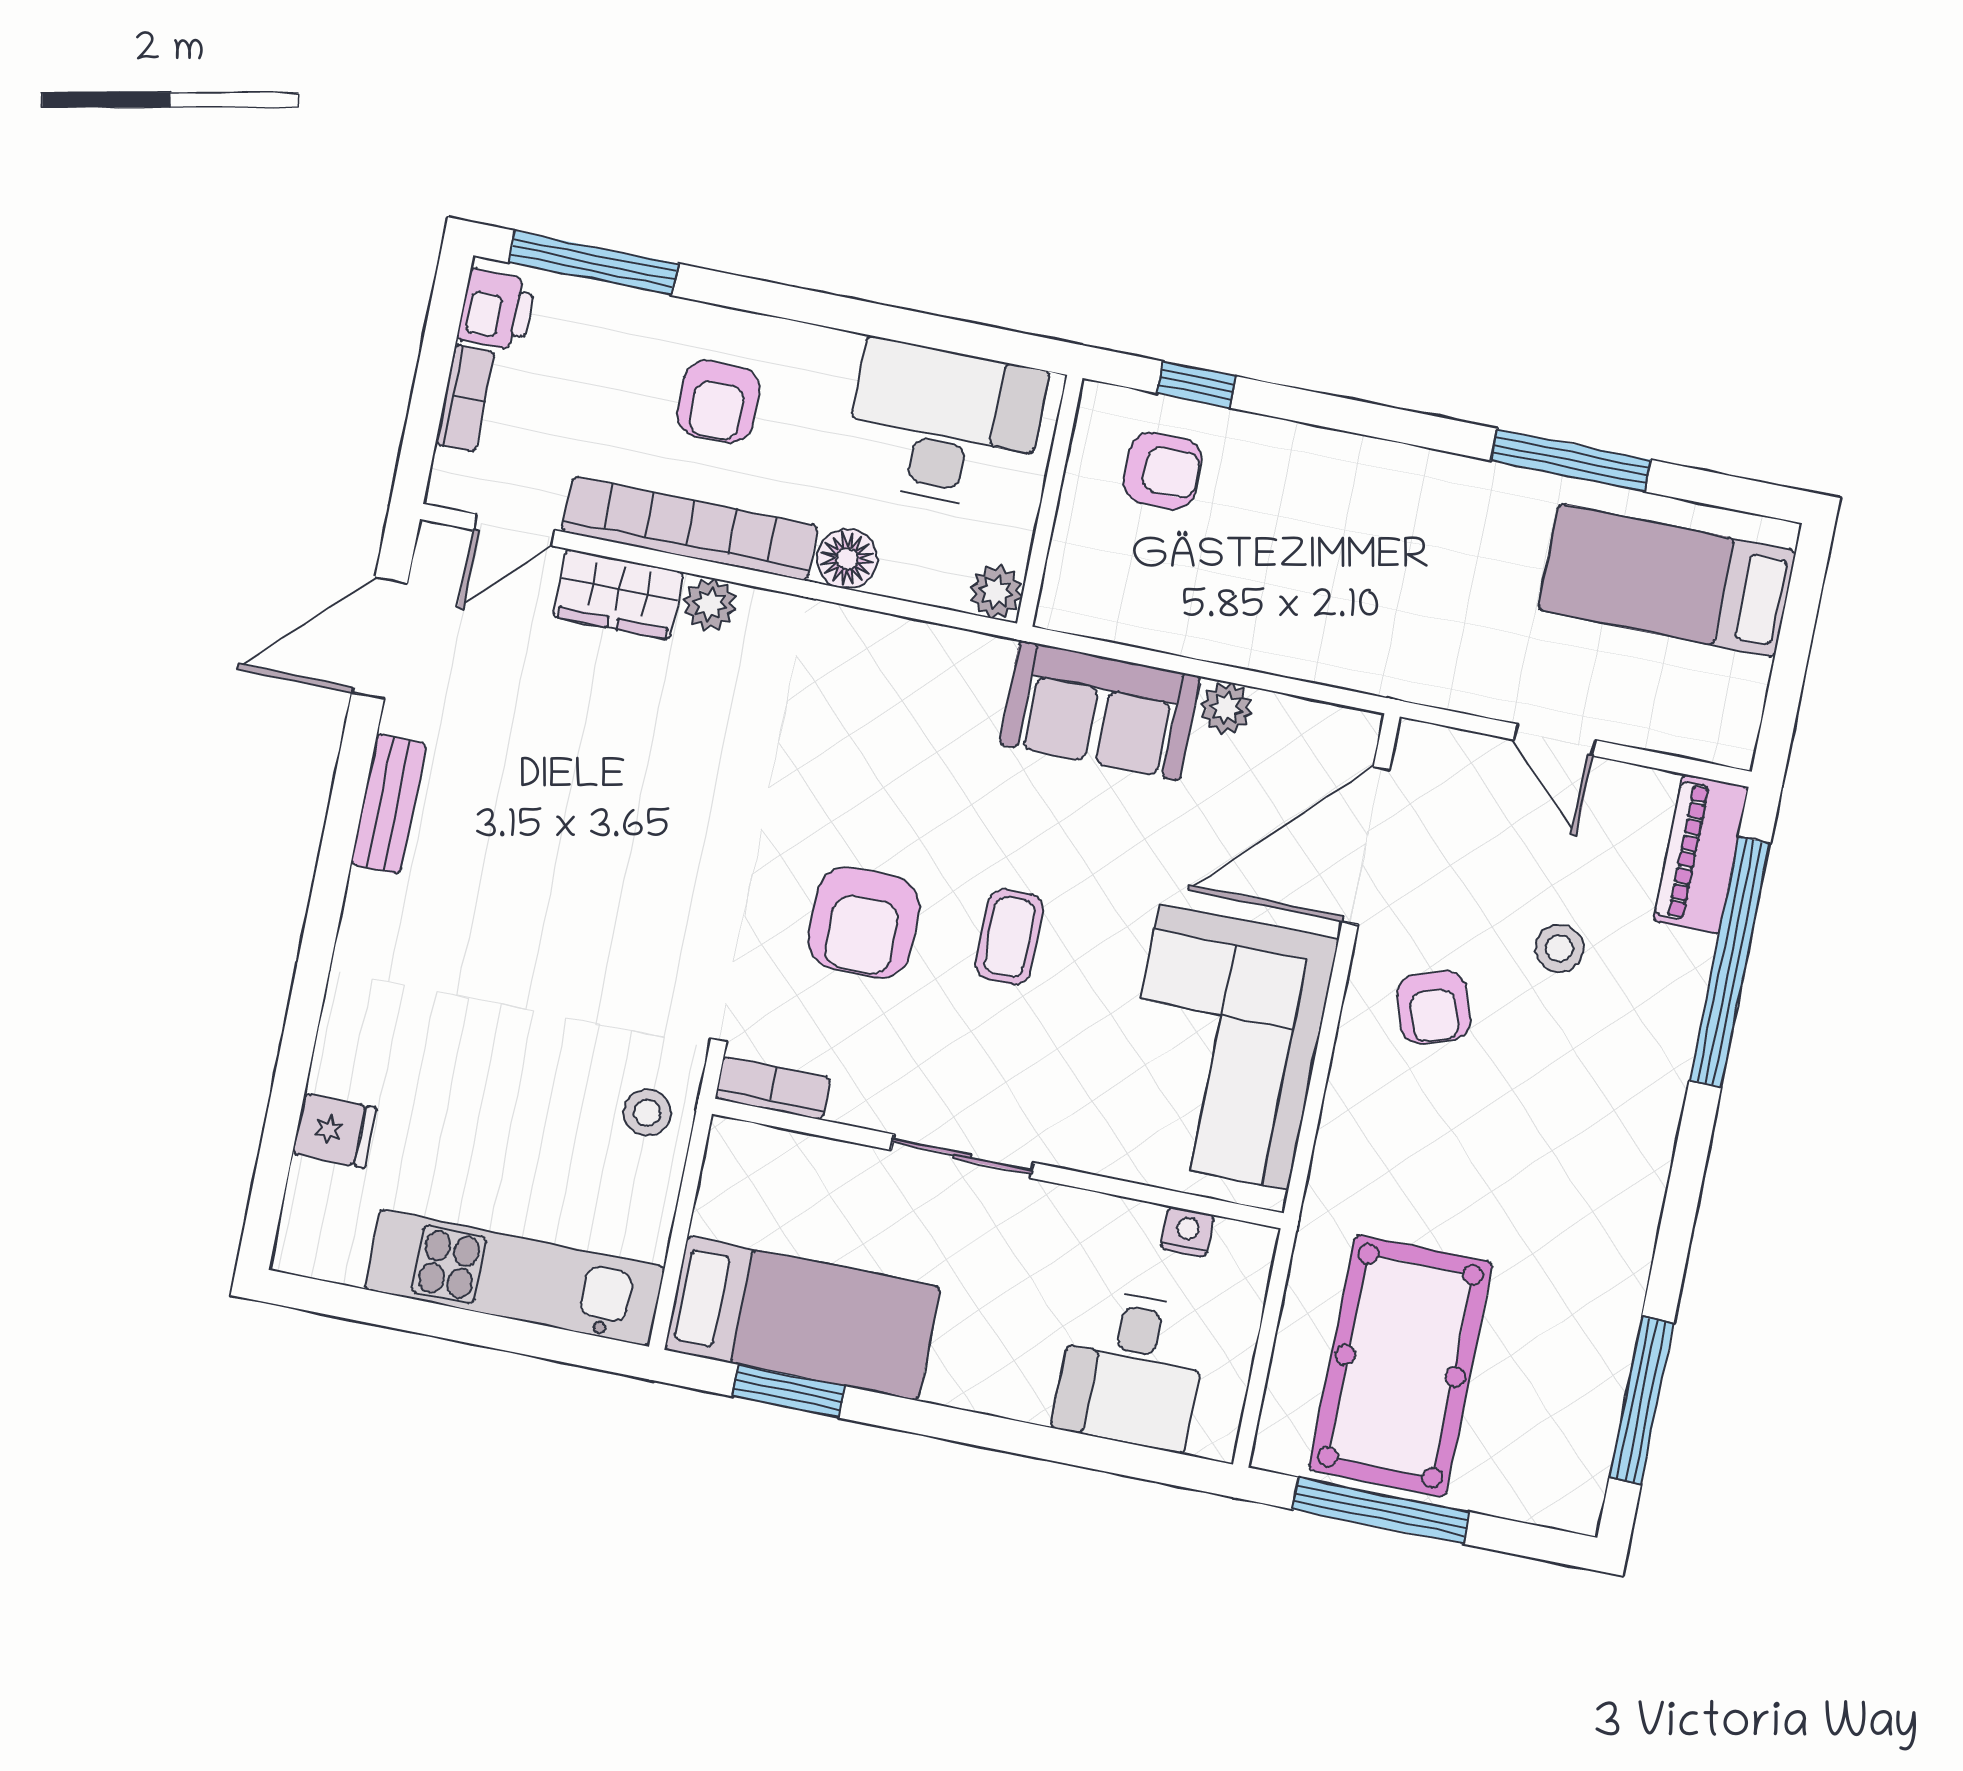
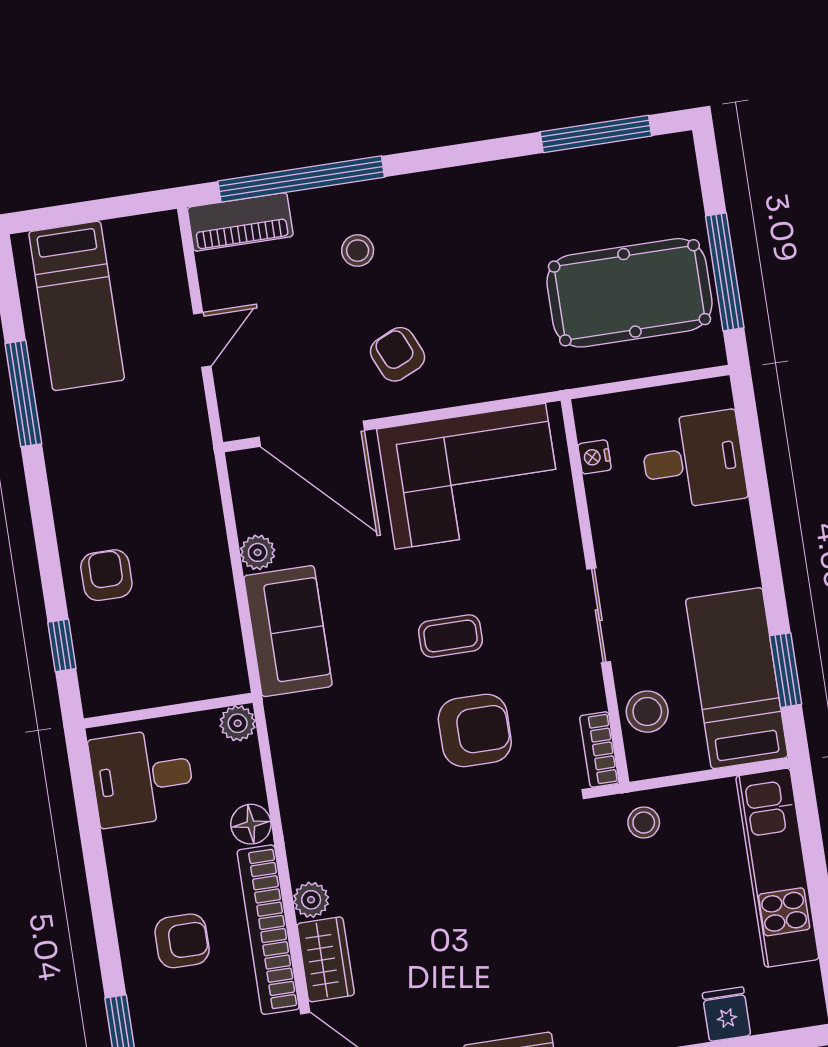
desk: (944, 425) -> (142, 777), width x0.73
armchair: (1162, 471) -> (106, 575), moved
stool: (1559, 948) -> (358, 251), moved
armchair: (1433, 1007) -> (397, 354), turned -96
stool: (802, 1175) -> (647, 712), added

